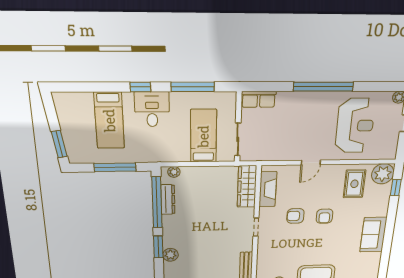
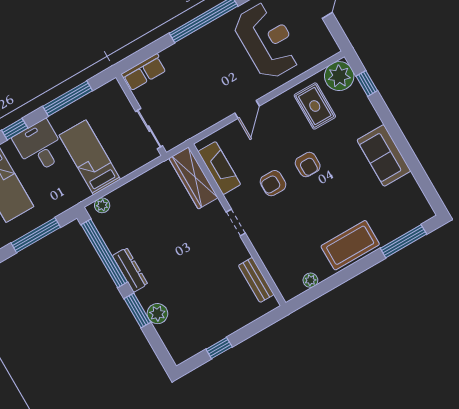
bed: (203, 136) -> (90, 157), moved
dresser: (168, 200) -> (130, 270), moved

